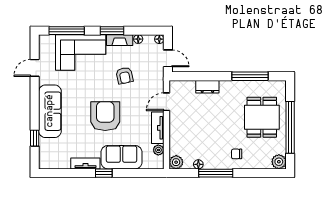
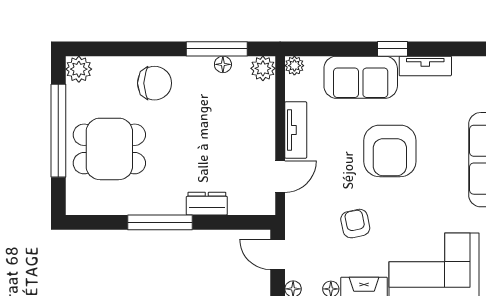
window: (250, 76) -> (160, 222), moved
dining table: (262, 117) -> (109, 149), turned 90
plant: (158, 150) -> (294, 66), moved
chair: (237, 154) -> (155, 83), width x1.87, depth x1.87
window: (216, 173) -> (217, 49), moved

